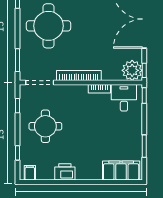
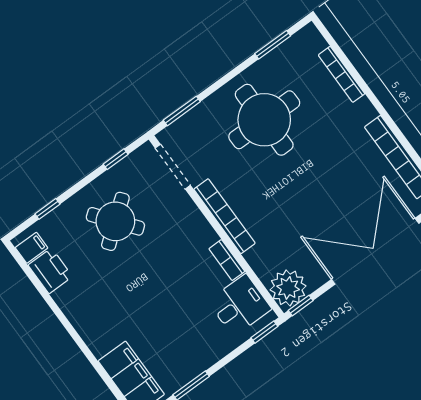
round table: (45, 126) -> (115, 221), turned -38
printer: (65, 172) -> (50, 271), moved

